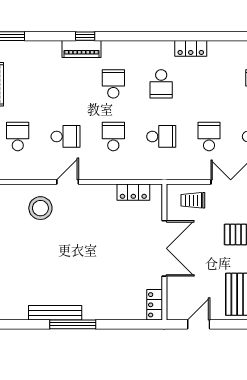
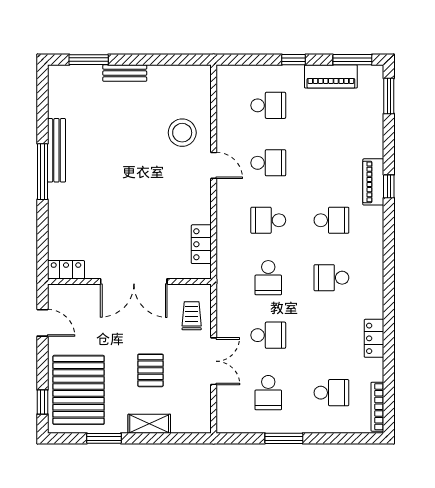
locker: (191, 48) -> (374, 338), moved
school desk: (66, 136) -> (268, 163), turned -90
school desk: (113, 136) -> (268, 220), turned 180

